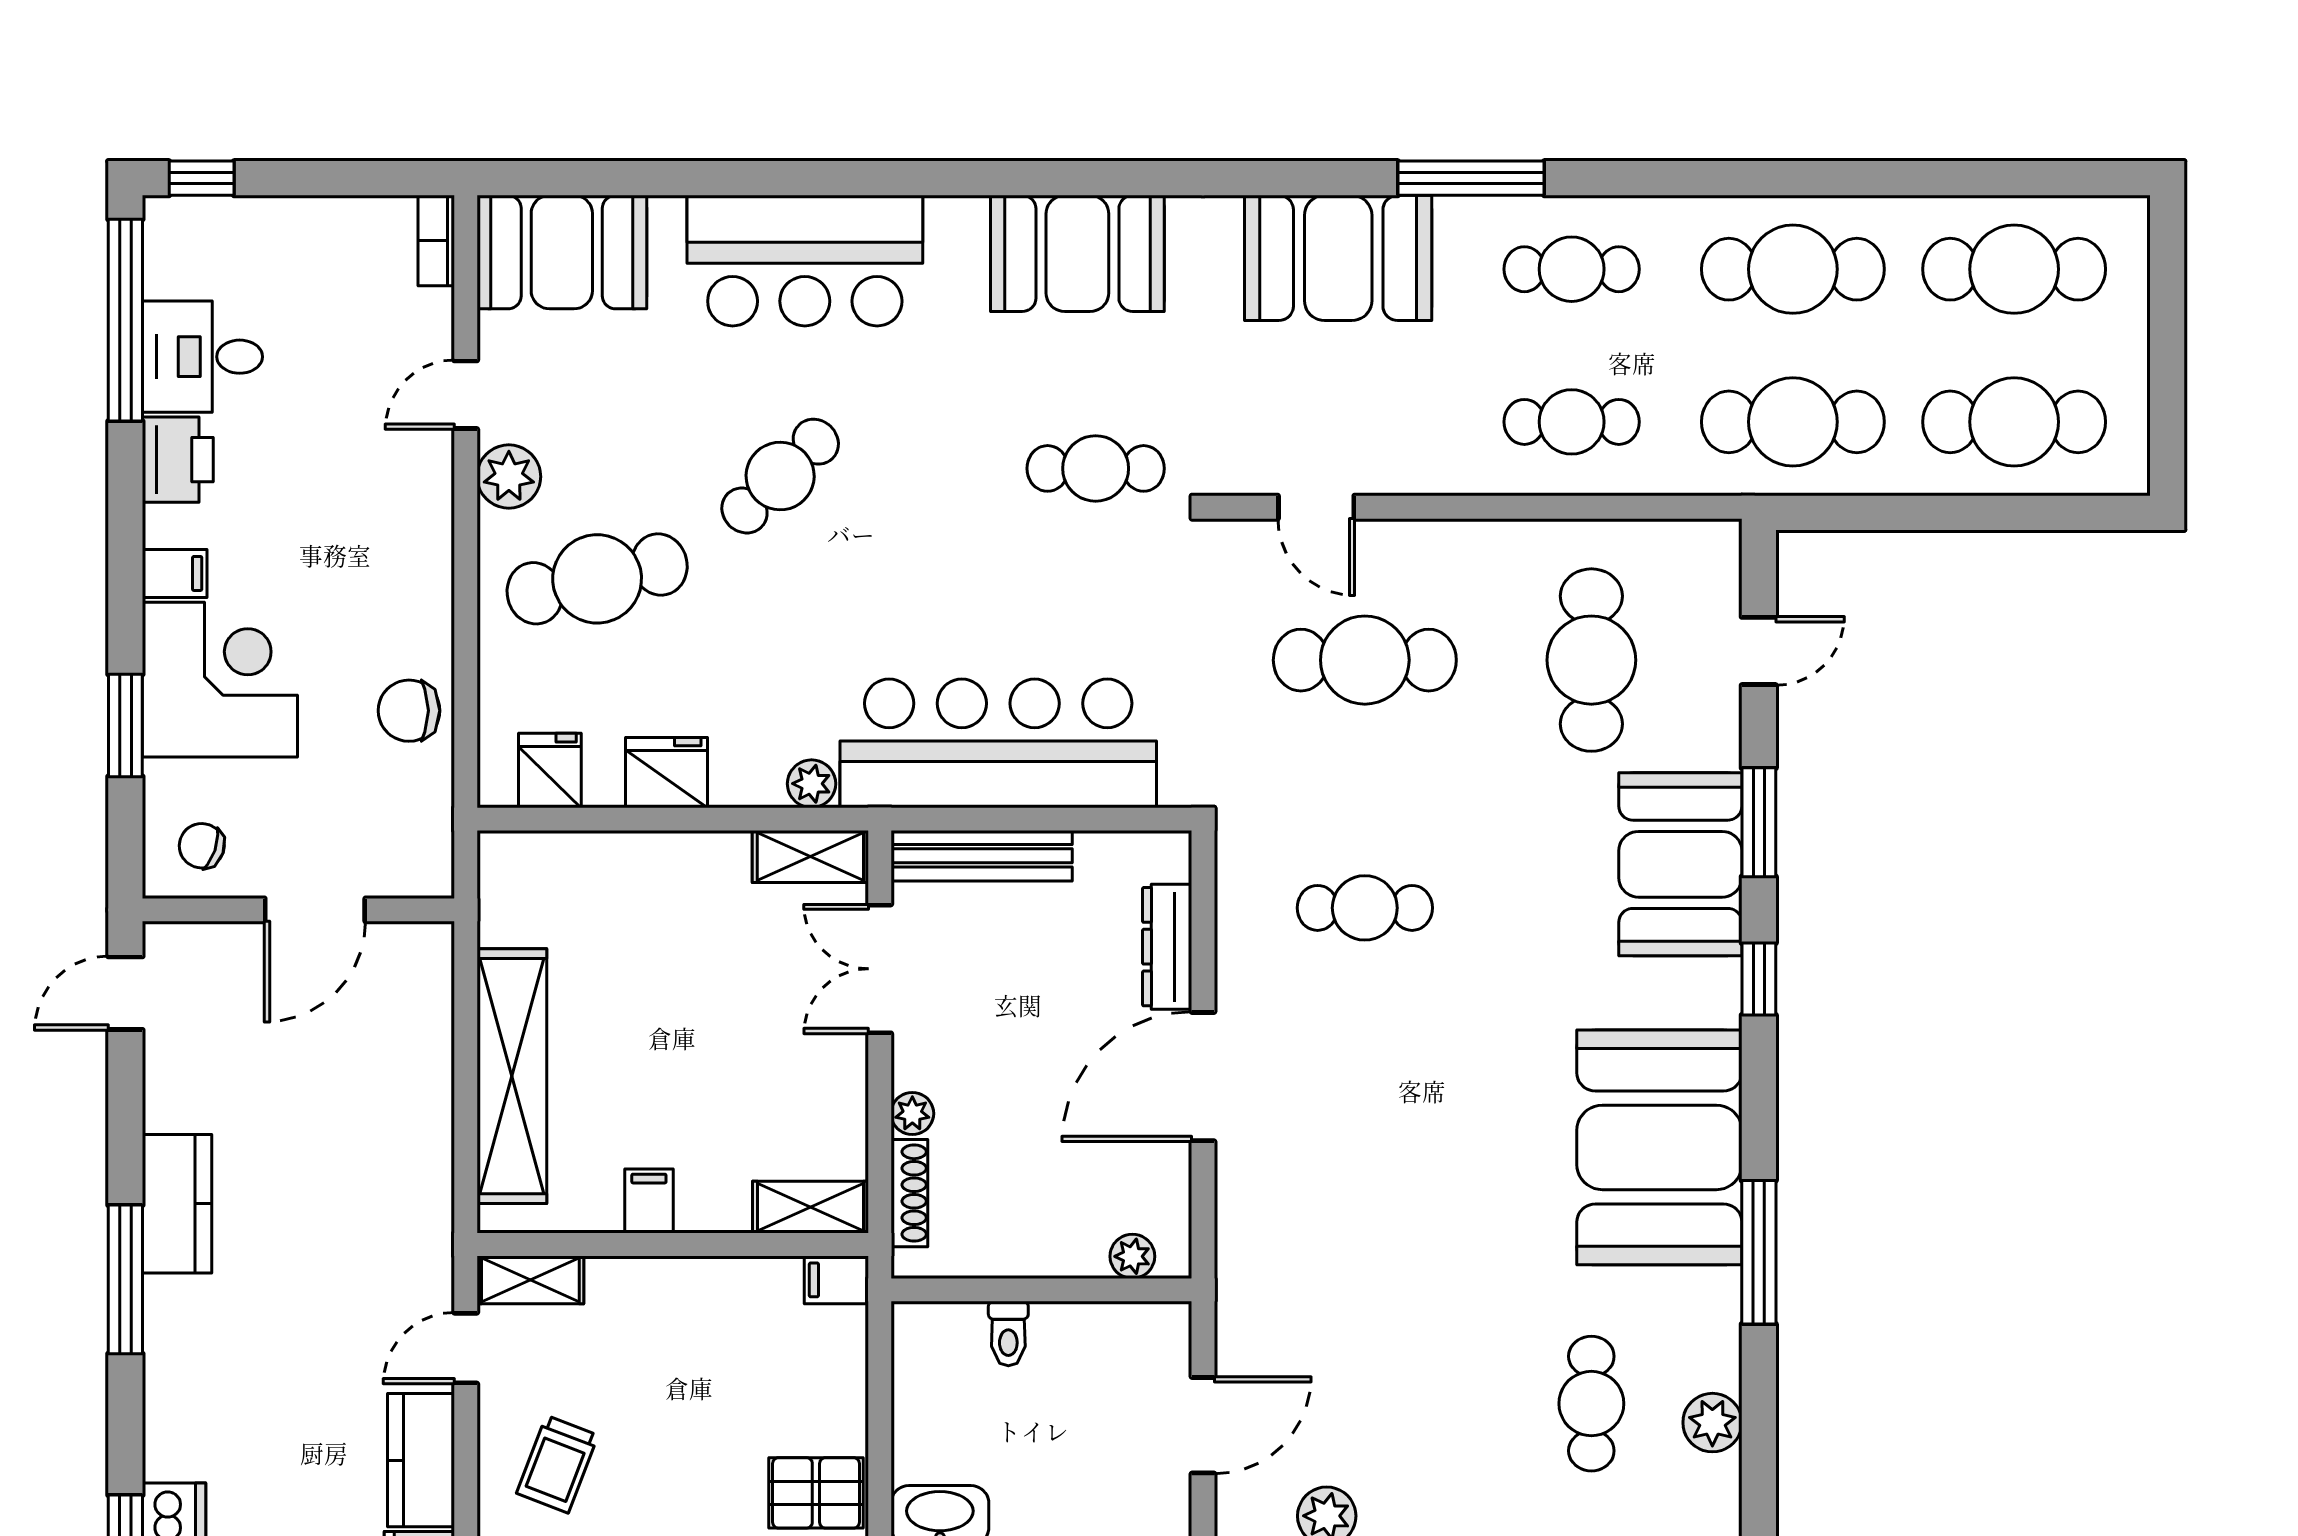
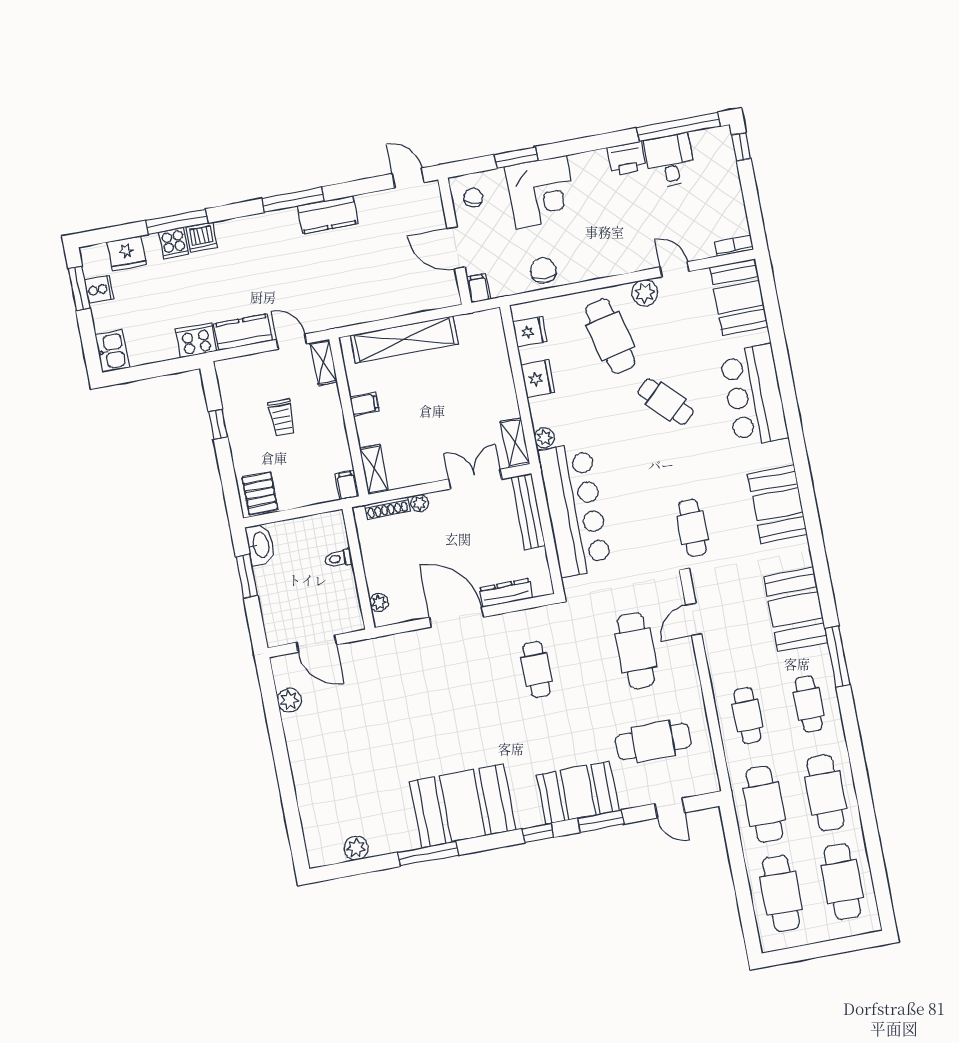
filing cabinet: (175, 573) -> (478, 288), moved, turned 180
cafe table: (1591, 1404) -> (355, 798), removed
trolley: (557, 1464) -> (282, 418), moved, turned -111

